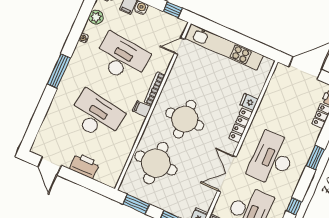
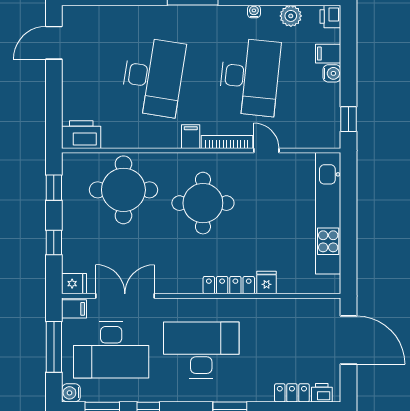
door: (179, 46) -> (266, 151), moved
printer: (85, 166) -> (81, 135), moved, turned -90
double door: (227, 174) -> (125, 296), moved
window: (136, 204) -> (54, 188), width x0.67

